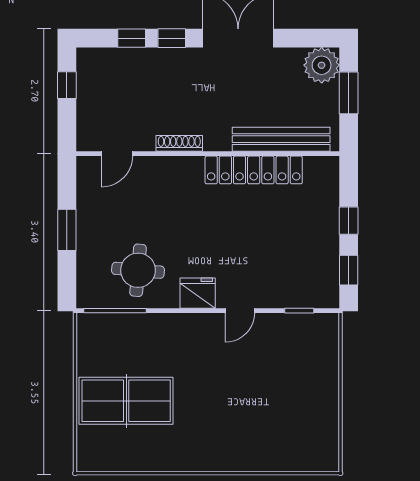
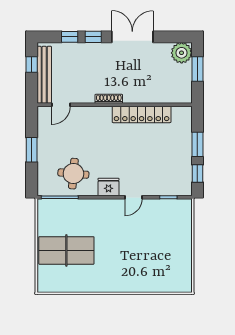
bench: (281, 139) -> (44, 75), moved, turned 90
shoe rack: (179, 143) -> (109, 99), moved
window: (349, 221) -> (197, 144), width x1.50

